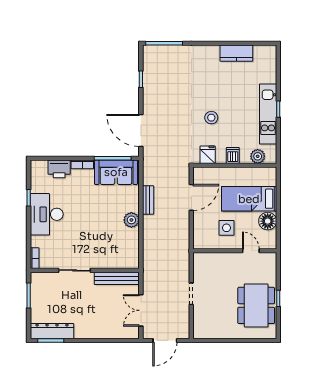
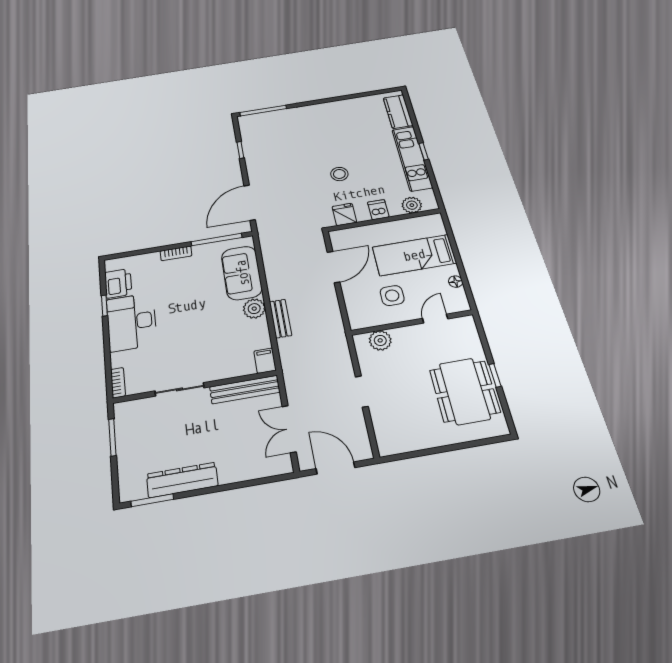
kitchen counter: (236, 53) -> (398, 112), moved, turned 90
door: (141, 130) -> (250, 203), hinge flipped
printer: (59, 169) -> (118, 283), moved, turned -90
sofa: (116, 172) -> (242, 273), moved, turned 90
bench: (148, 200) -> (280, 319), moved
floor lamp: (268, 221) -> (456, 282), width x0.53, depth x0.53
door: (251, 251) -> (435, 319), hinge flipped
filing cabinet: (133, 260) -> (265, 361), added
plant: (211, 260) -> (380, 340), added
dresser: (52, 331) -> (182, 480), moved
door: (165, 340) -> (335, 468), swing flipped

